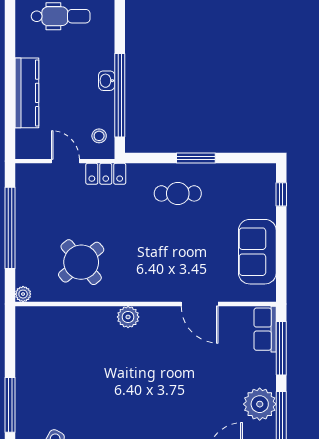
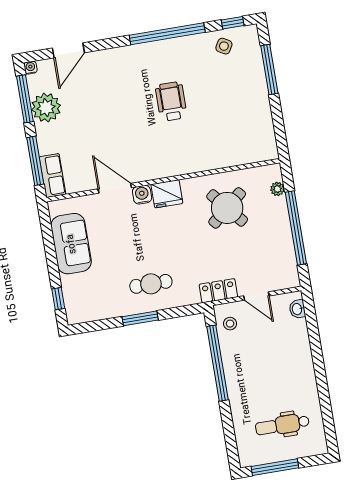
washbasin: (107, 81) -> (297, 309), moved, turned 180
kitchen counter: (27, 93) -> (301, 351), removed
fridge: (144, 288) -> (167, 194), added
water cooler: (171, 292) -> (142, 195), added
plant: (23, 294) -> (277, 189), moved
plant: (128, 317) -> (177, 166), removed
wheelchair: (123, 388) -> (171, 101), added

